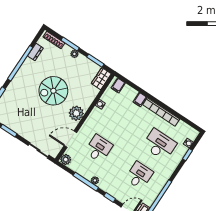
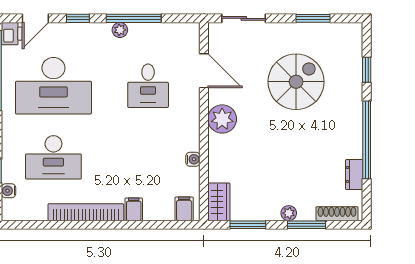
spiral stairs: (53, 91) -> (296, 82), moved
door: (70, 139) -> (204, 71), hinge flipped
plant: (66, 160) -> (190, 33), removed
desk: (139, 175) -> (53, 86), width x1.87, depth x1.30

